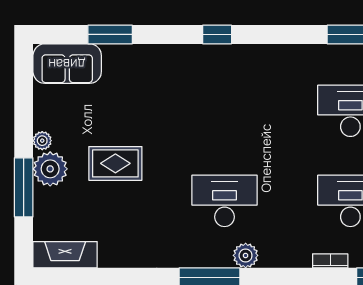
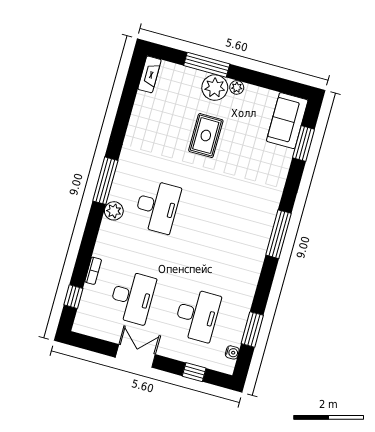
window: (110, 34) -> (303, 143), moved
window: (217, 34) -> (278, 234), width x2.17
fireplace: (65, 255) -> (150, 74), width x0.73, depth x0.76

